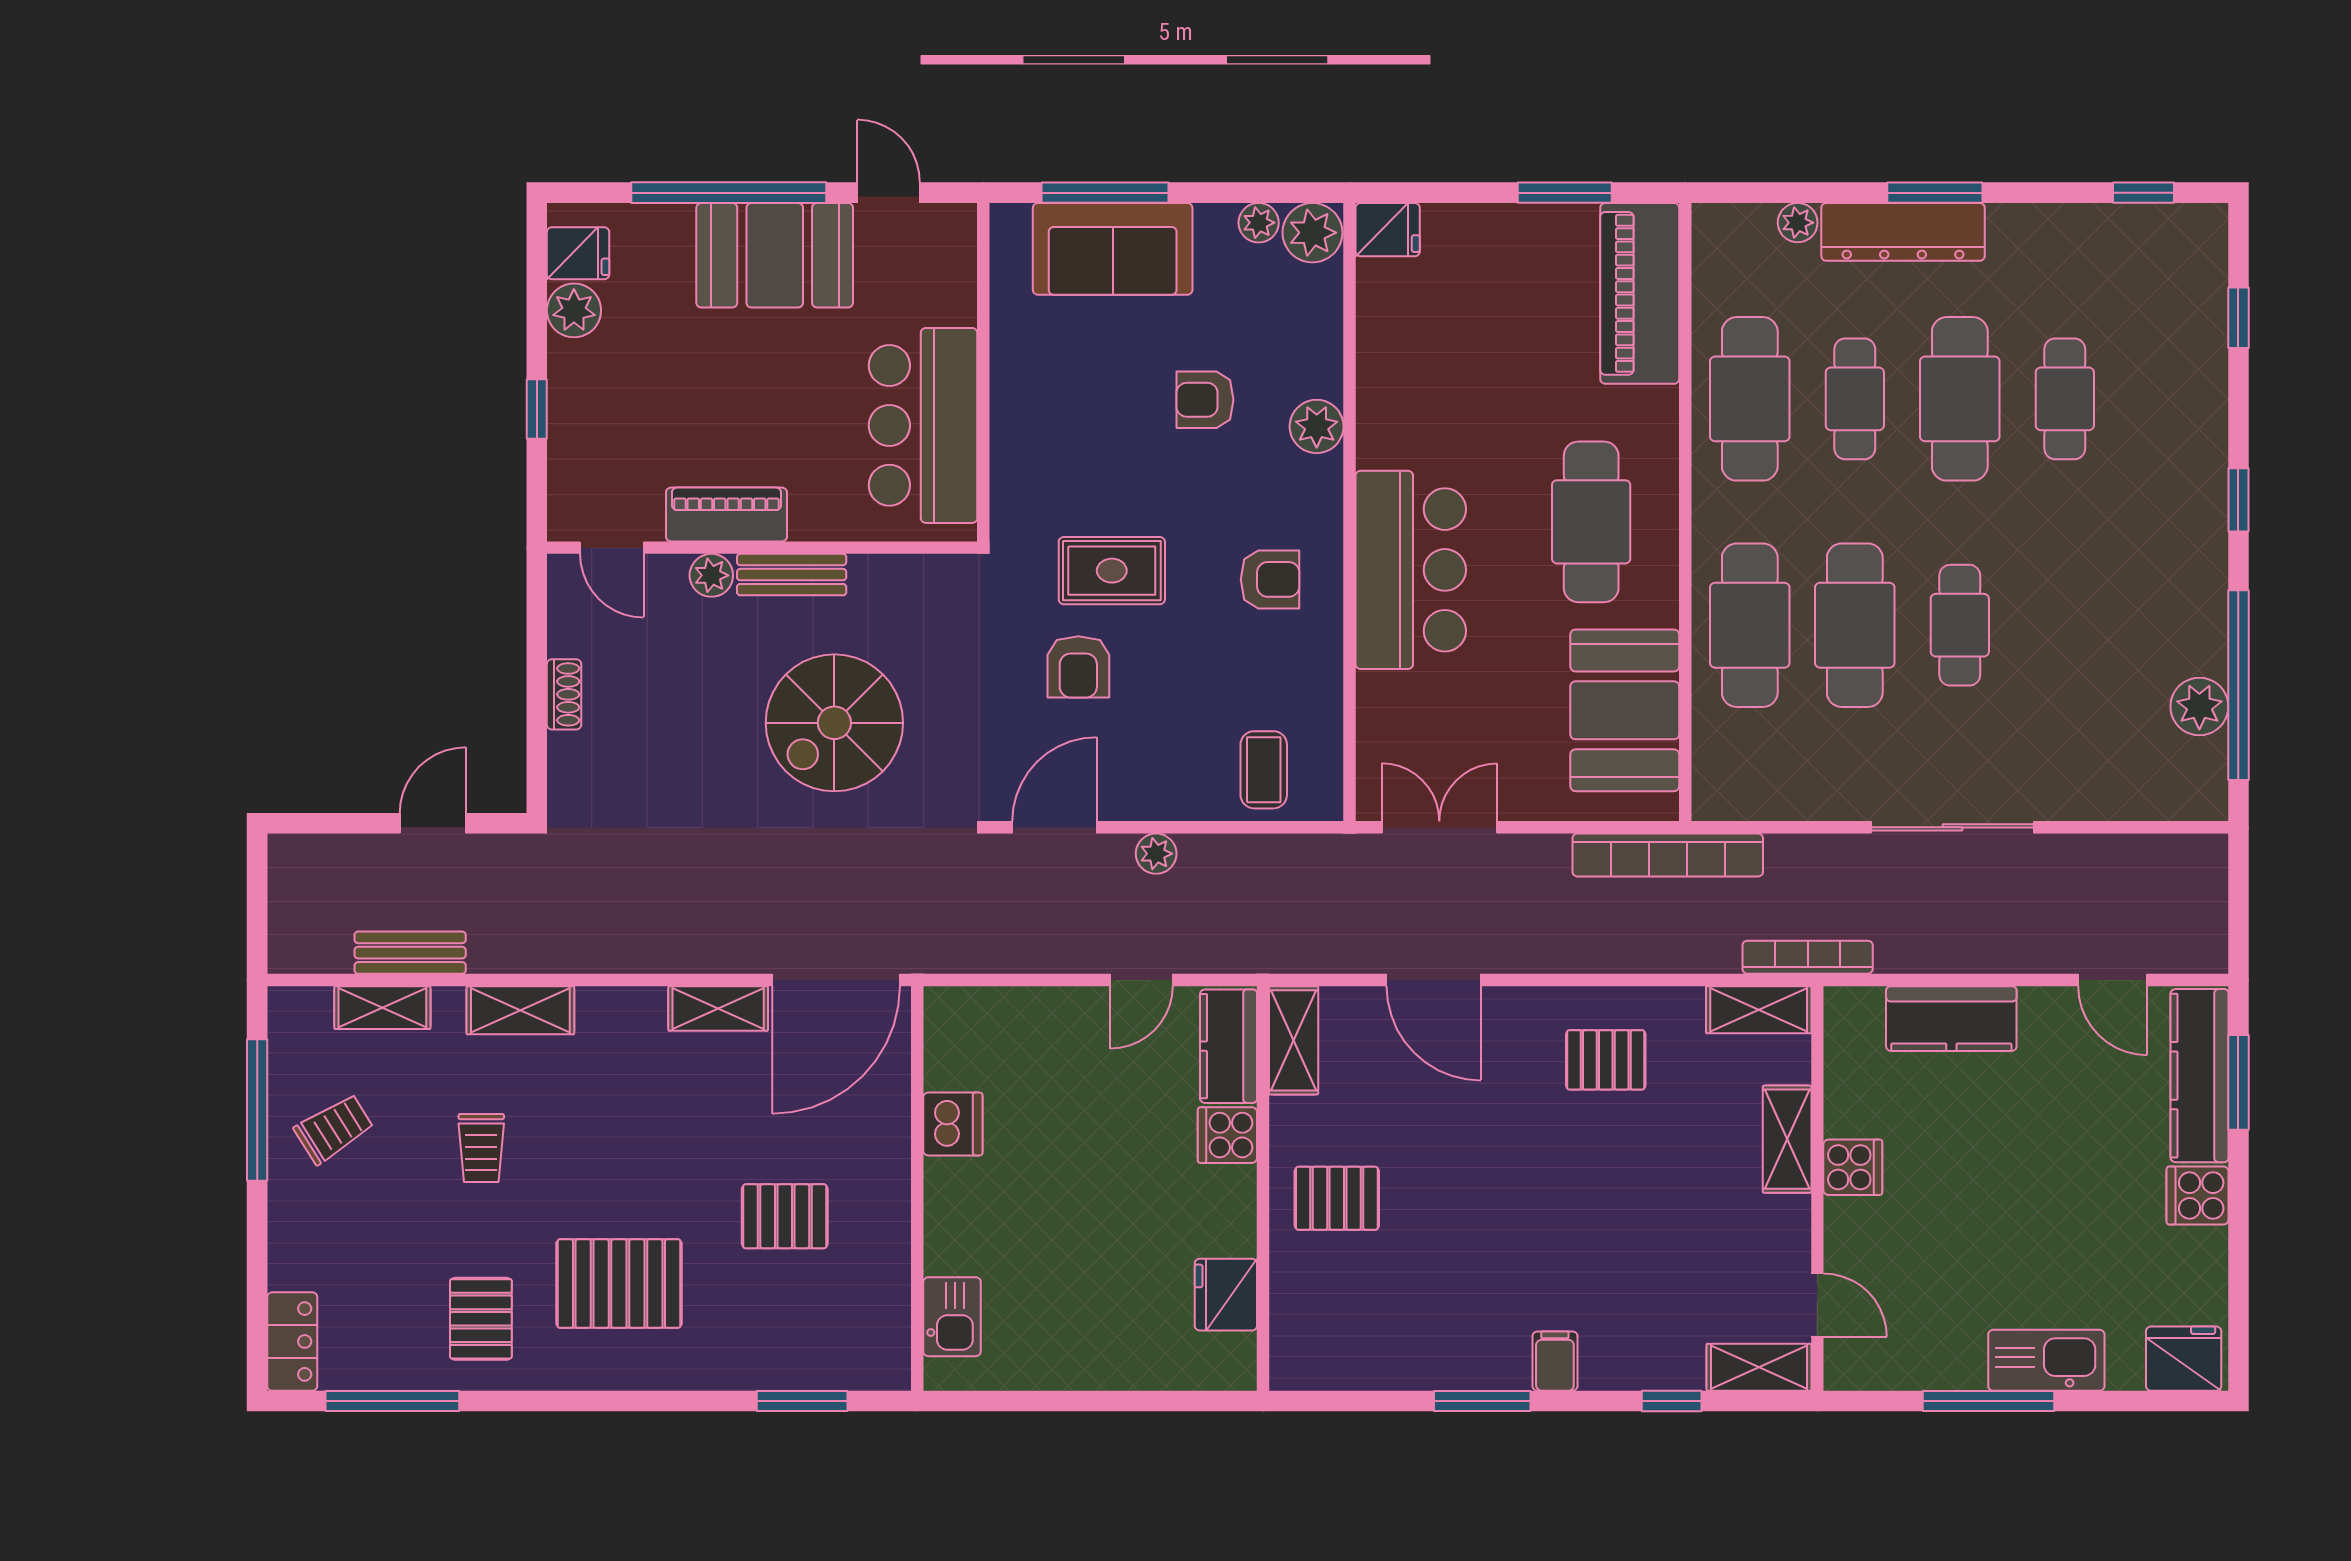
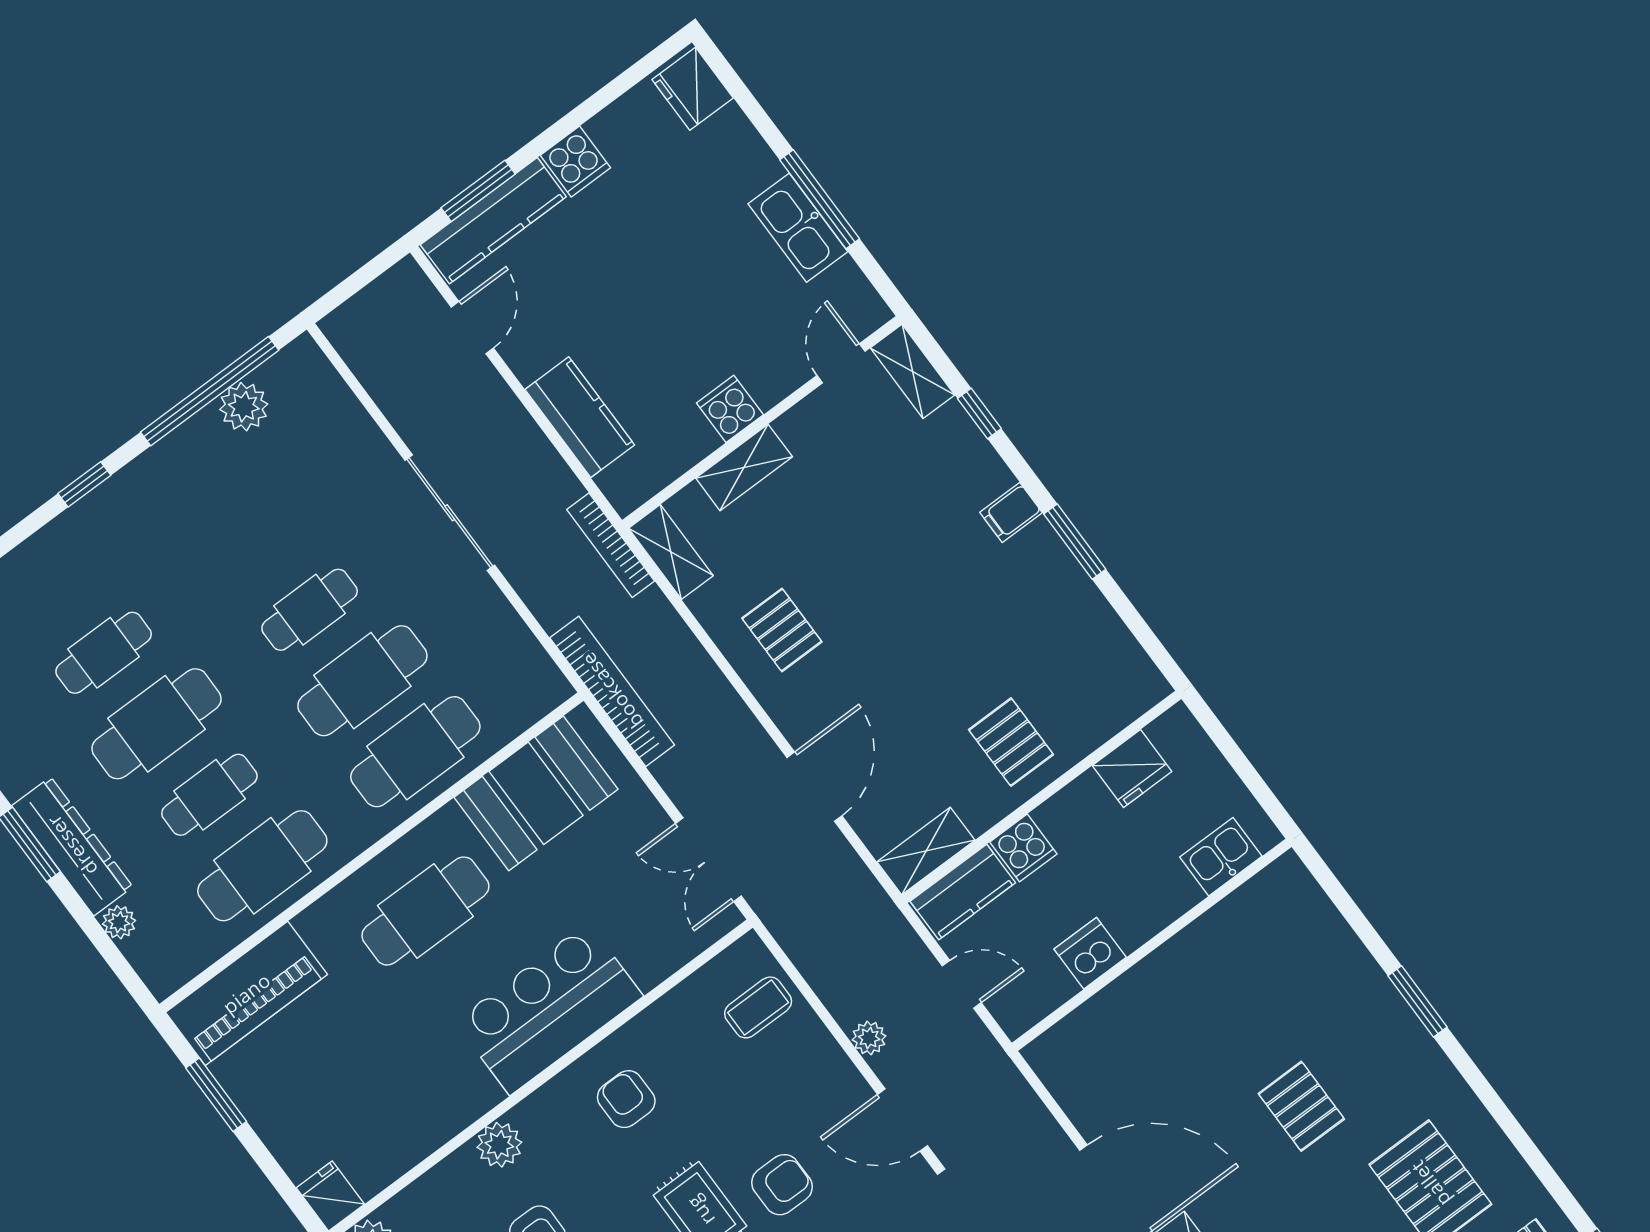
dishwasher: (953, 1124) -> (1090, 953), moved
wall: (917, 1188) -> (1152, 945), moved
kitchen sink: (952, 1317) -> (1221, 857), moved
kitchen sink: (2046, 1360) -> (798, 228), moved

